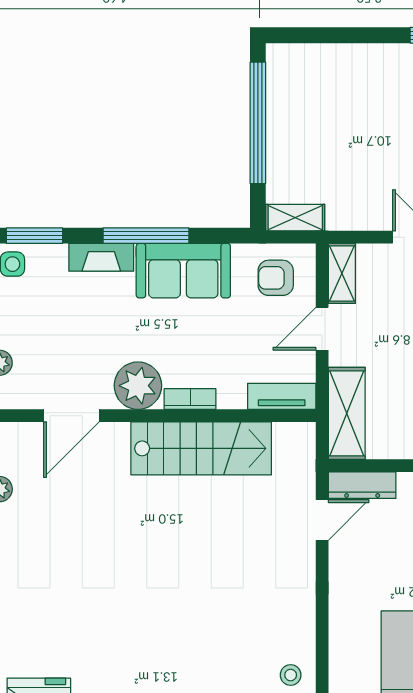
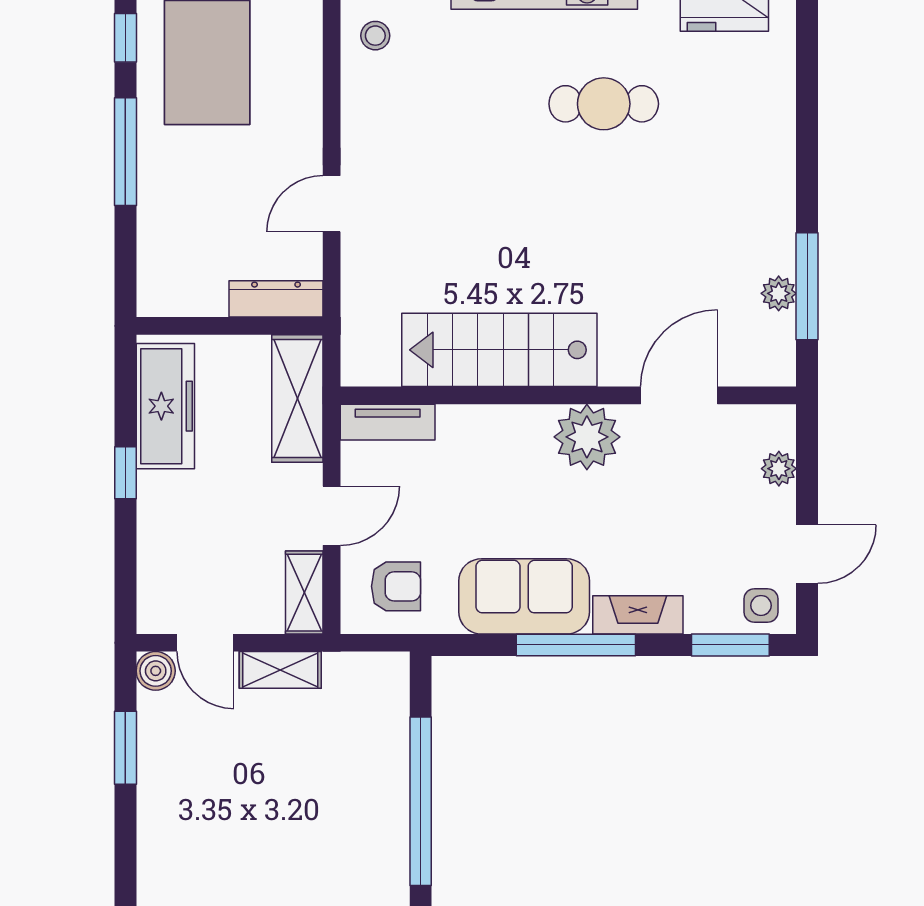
shelving: (295, 218) -> (280, 670), moved
bookcase: (190, 399) -> (515, 418), removed
door: (322, 520) -> (332, 204), moved
cafe table: (126, 626) -> (604, 104), added

